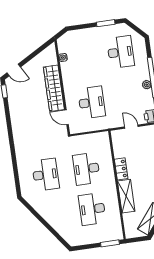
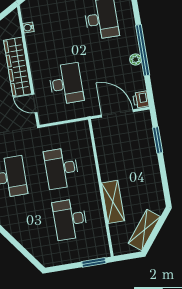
door: (131, 127) -> (117, 113), width x1.87
locker: (121, 169) -> (106, 167), removed

